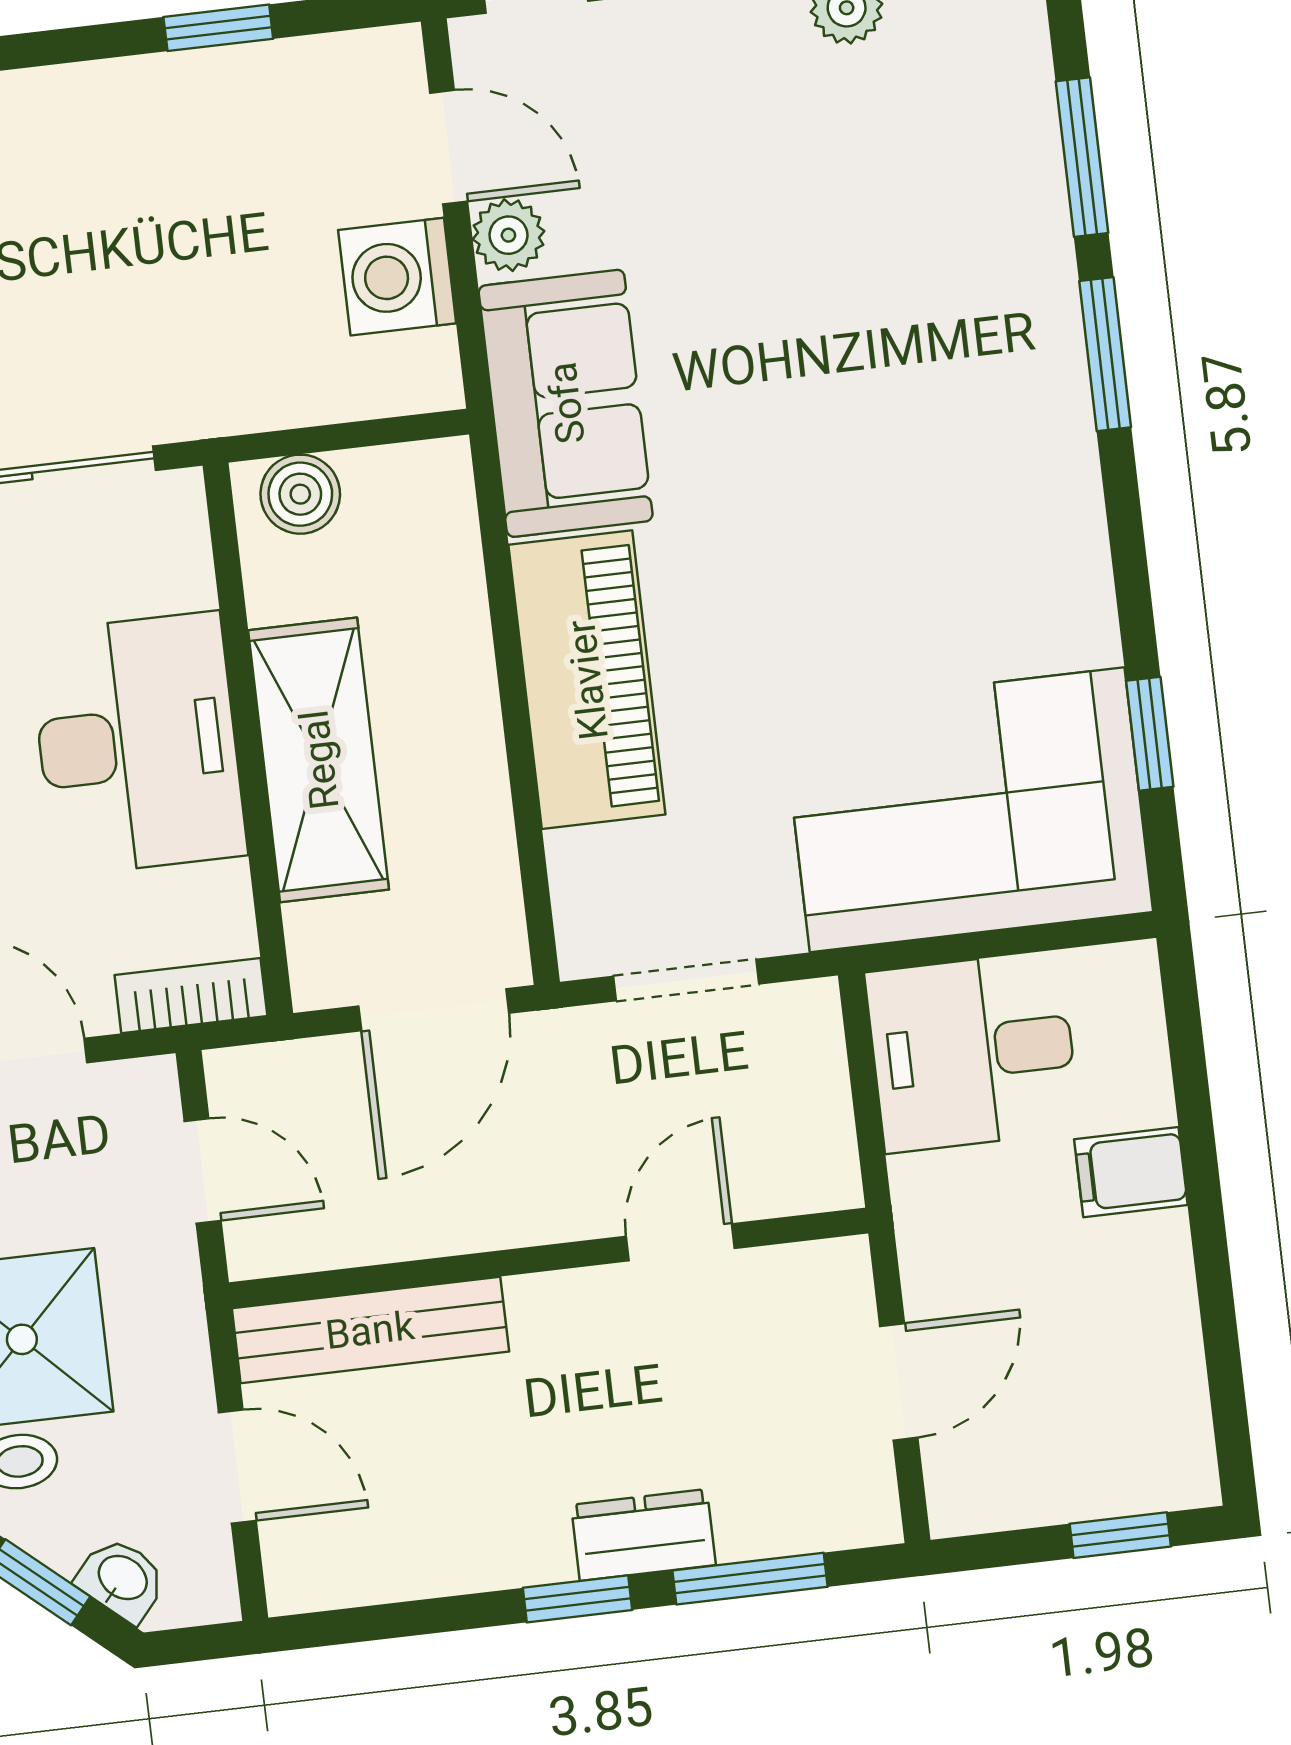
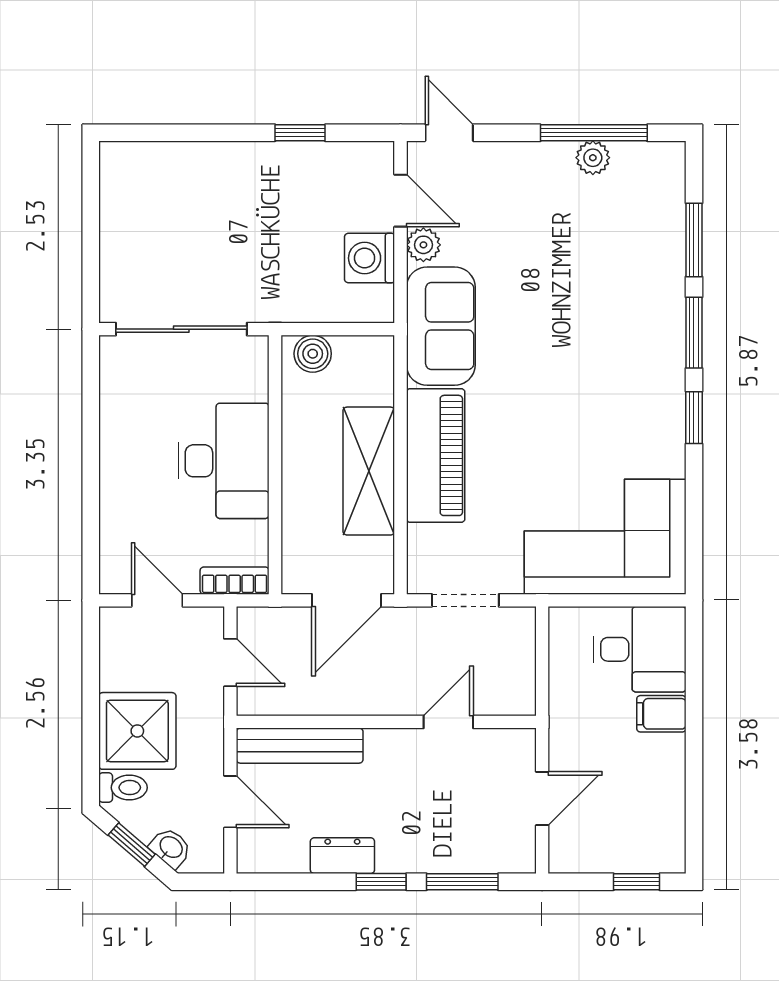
window: (1150, 734) -> (694, 418), moved
shelving: (319, 760) -> (369, 471), moved
desk: (973, 1052) -> (640, 649), moved, turned 180
dresser: (643, 1535) -> (342, 856), moved

